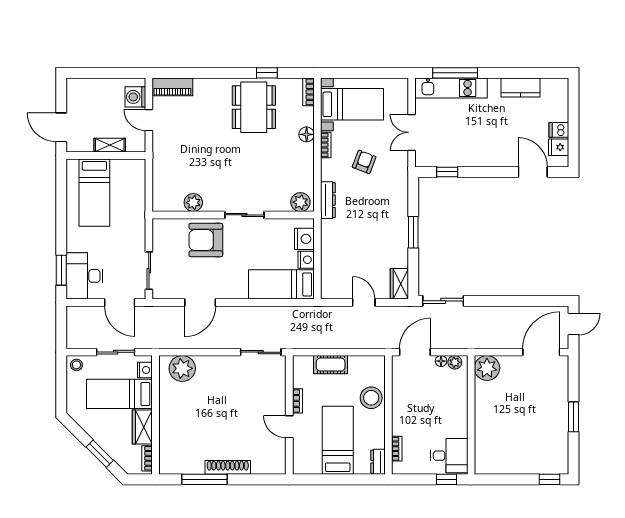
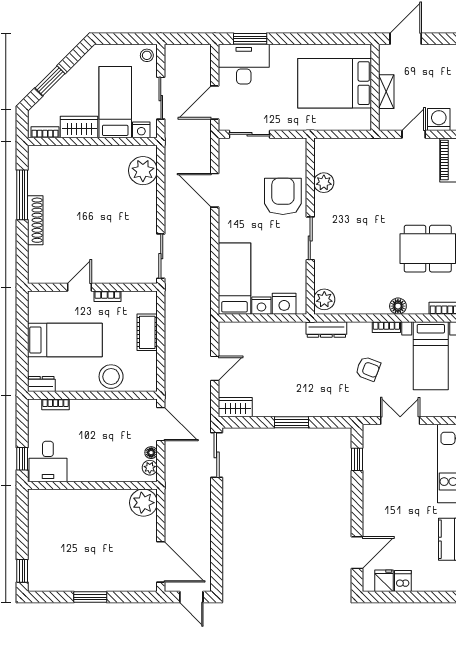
bed: (94, 193) -> (335, 83), width x1.50

